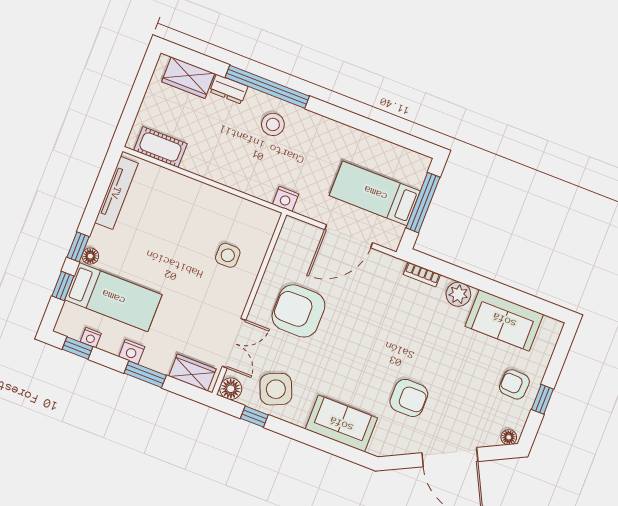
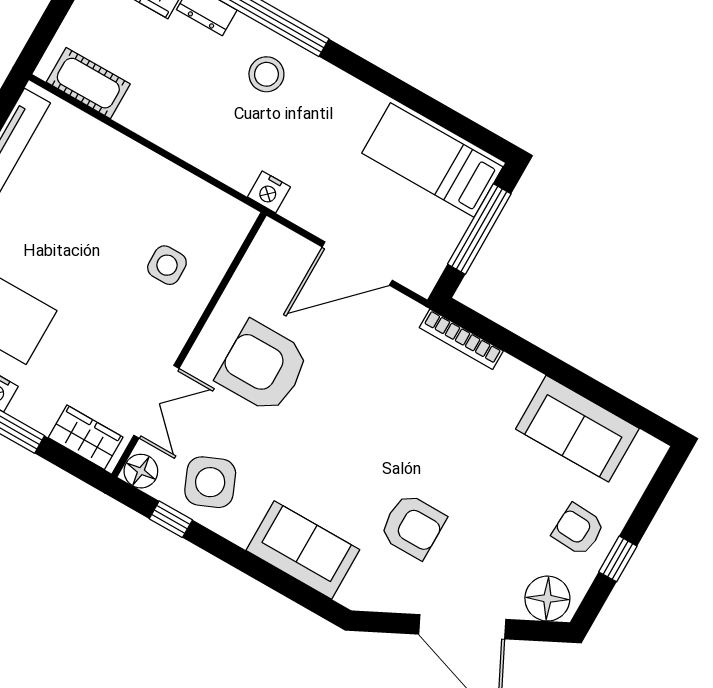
bed: (375, 193) -> (432, 160), moved
bookcase: (422, 274) -> (461, 339), width x1.56
plant: (458, 294) -> (513, 378), removed
floor lamp: (509, 437) -> (547, 599), width x1.89, depth x1.89

